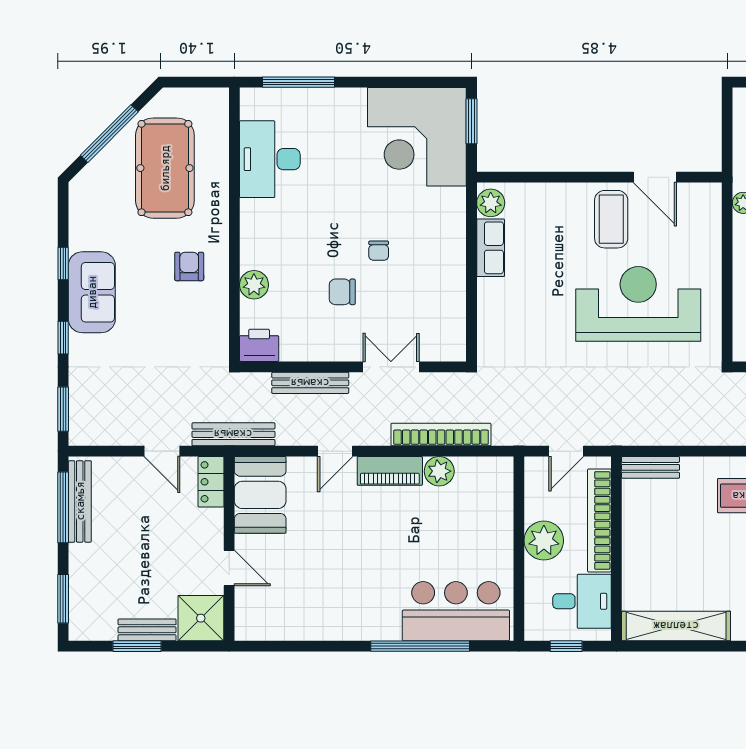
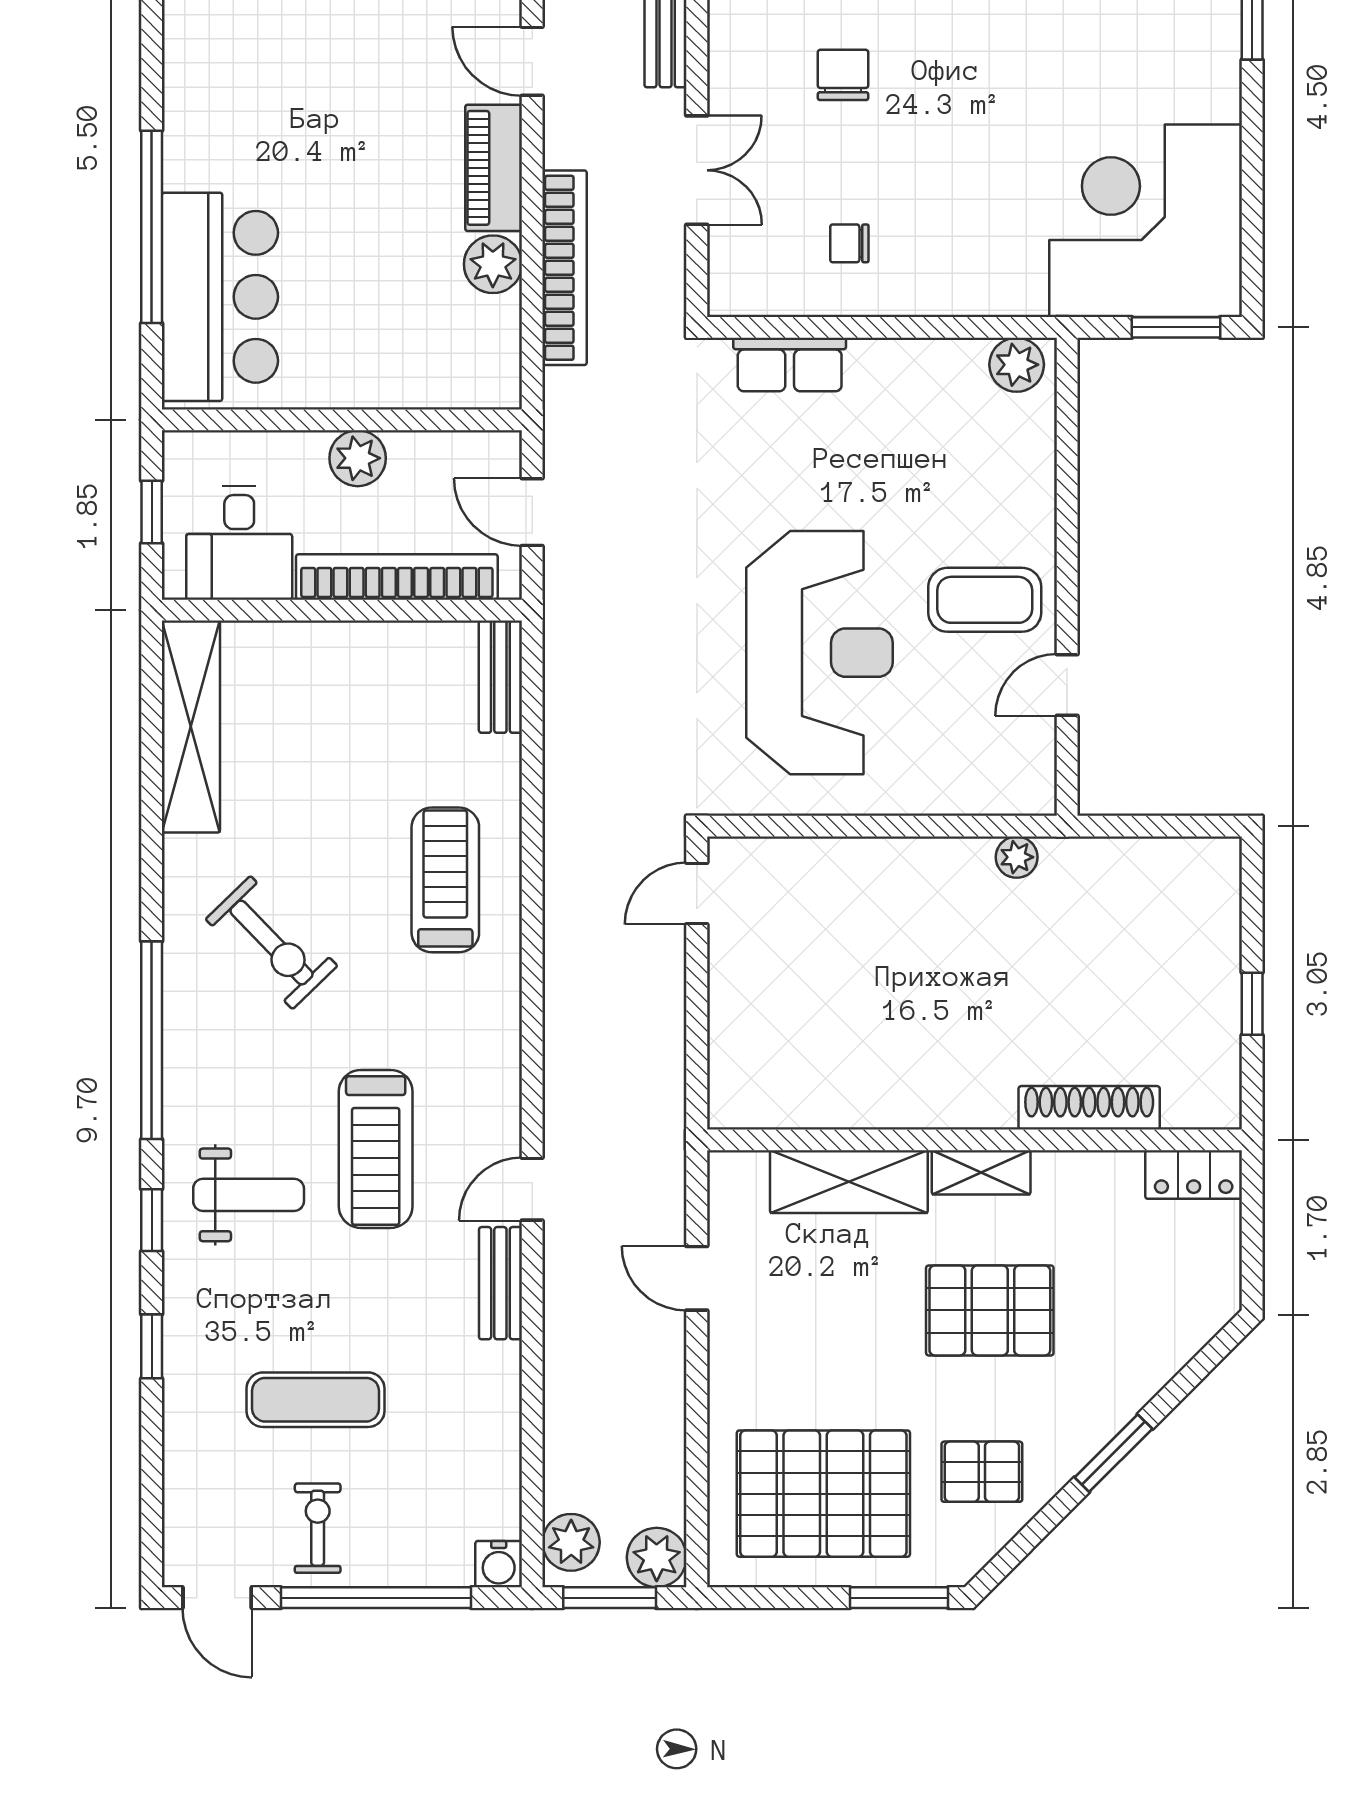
door: (655, 177) -> (1067, 685), width x0.73
row of seats: (491, 248) -> (790, 365), moved
chair: (379, 251) -> (849, 243), moved
plant: (544, 541) -> (358, 458), width x0.73, depth x0.73

